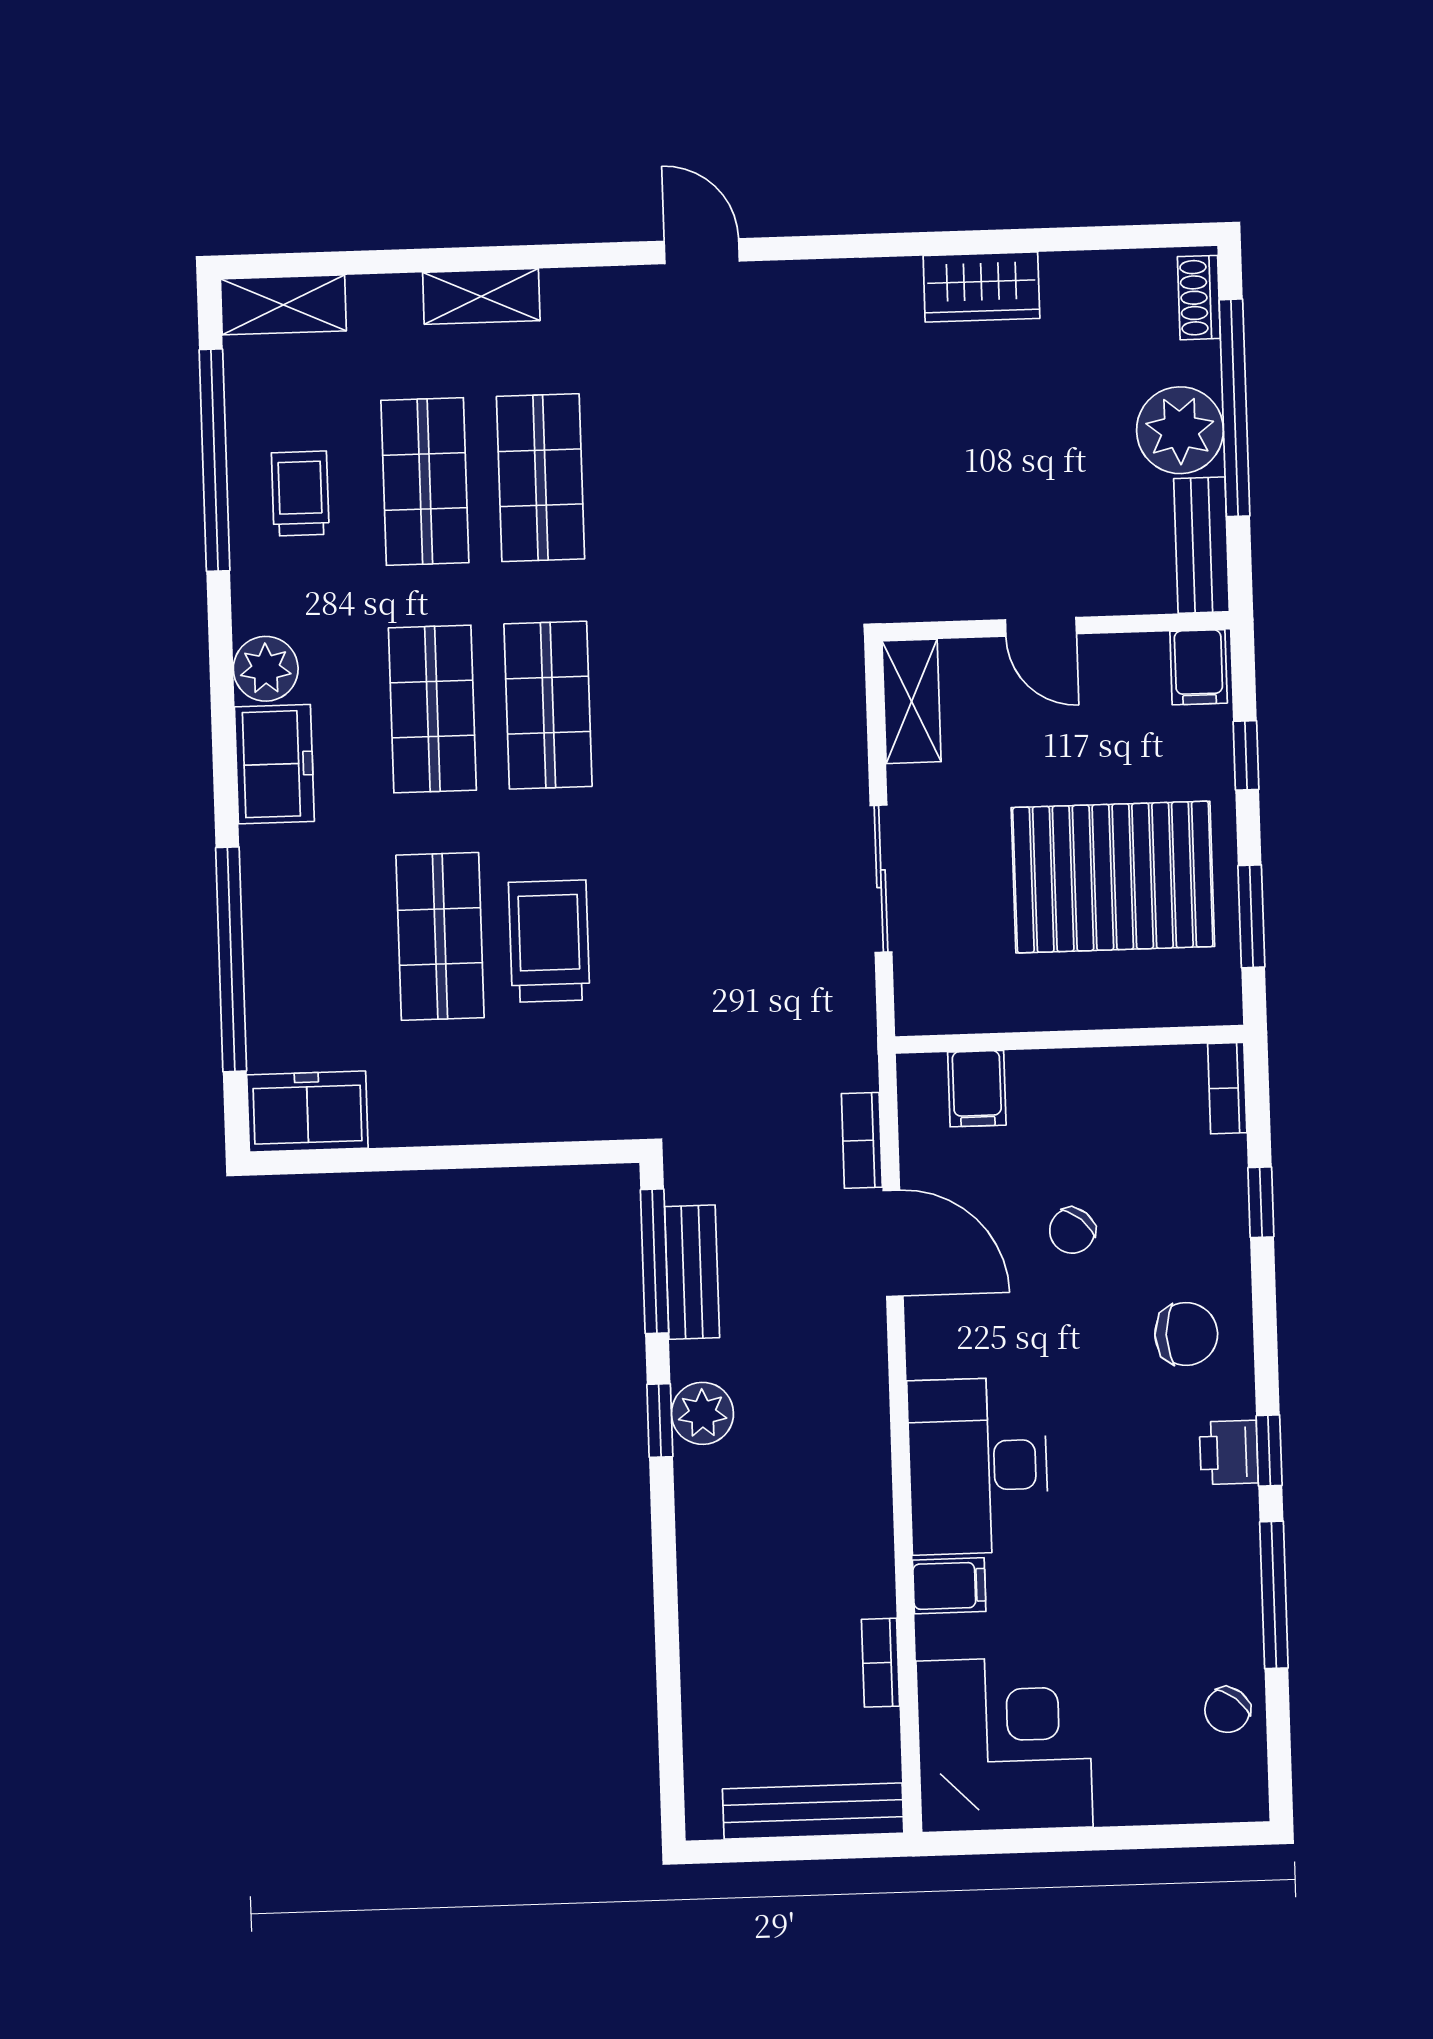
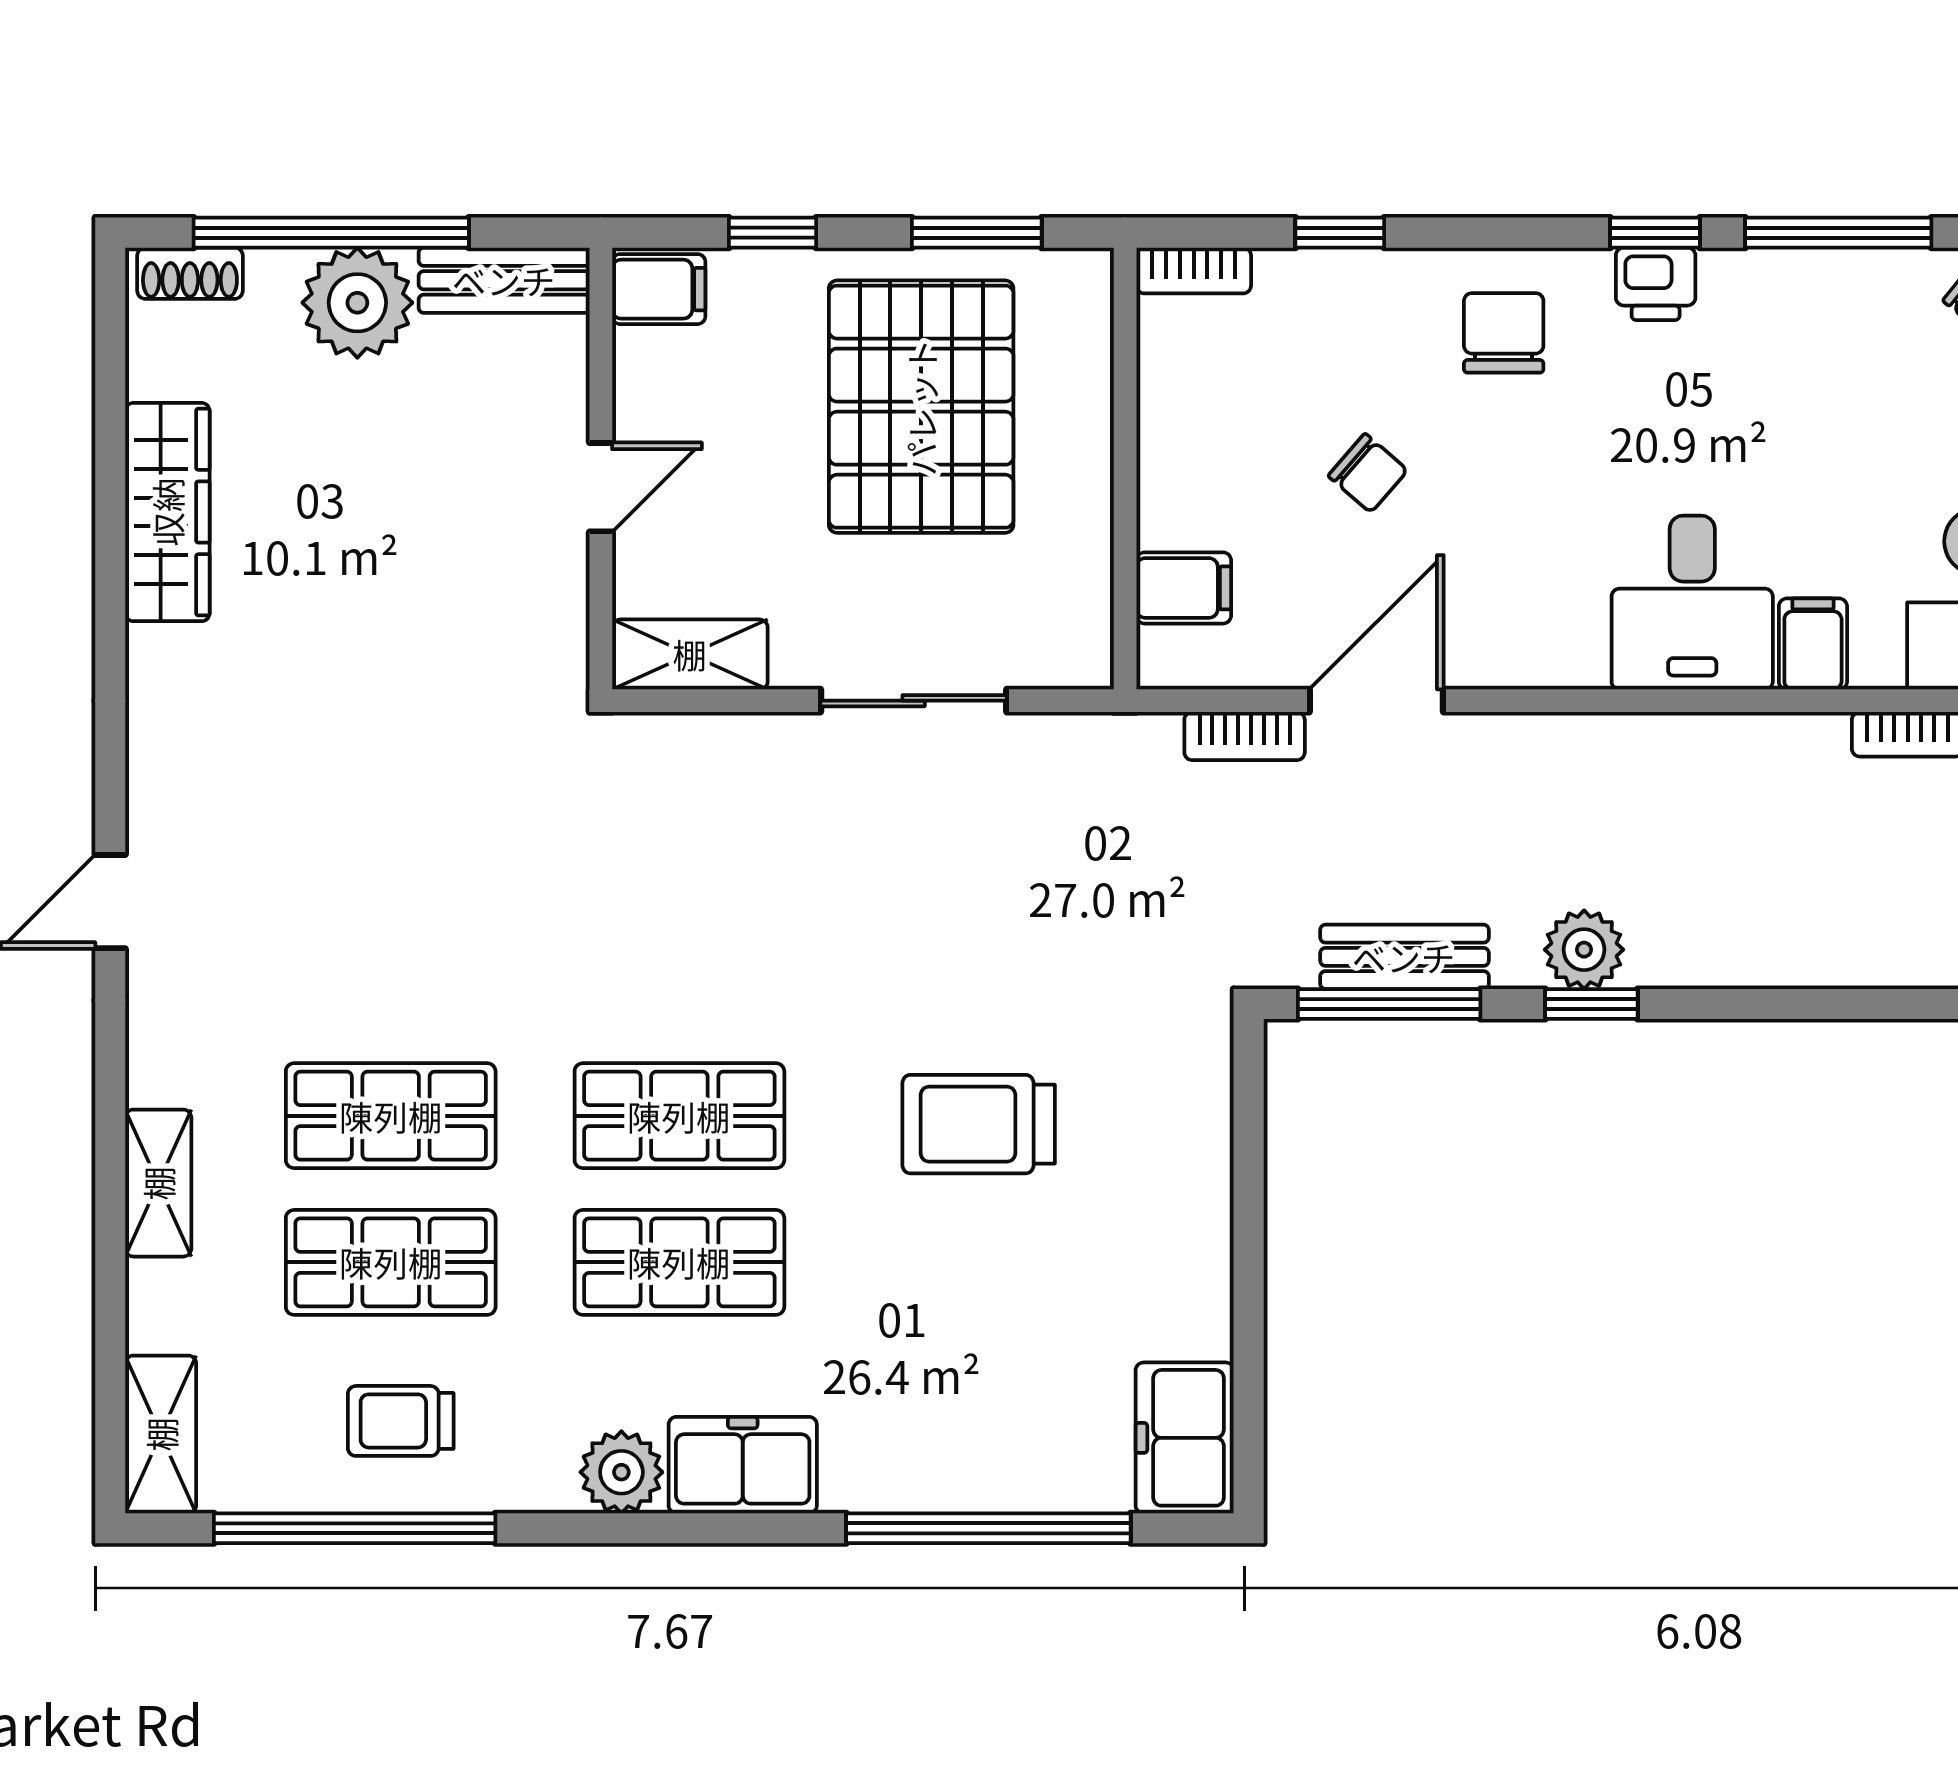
wardrobe: (981, 287) -> (167, 512), width x1.50
shop shelf: (440, 936) -> (968, 1262), removed
desk: (978, 1466) -> (1692, 603), width x0.73

